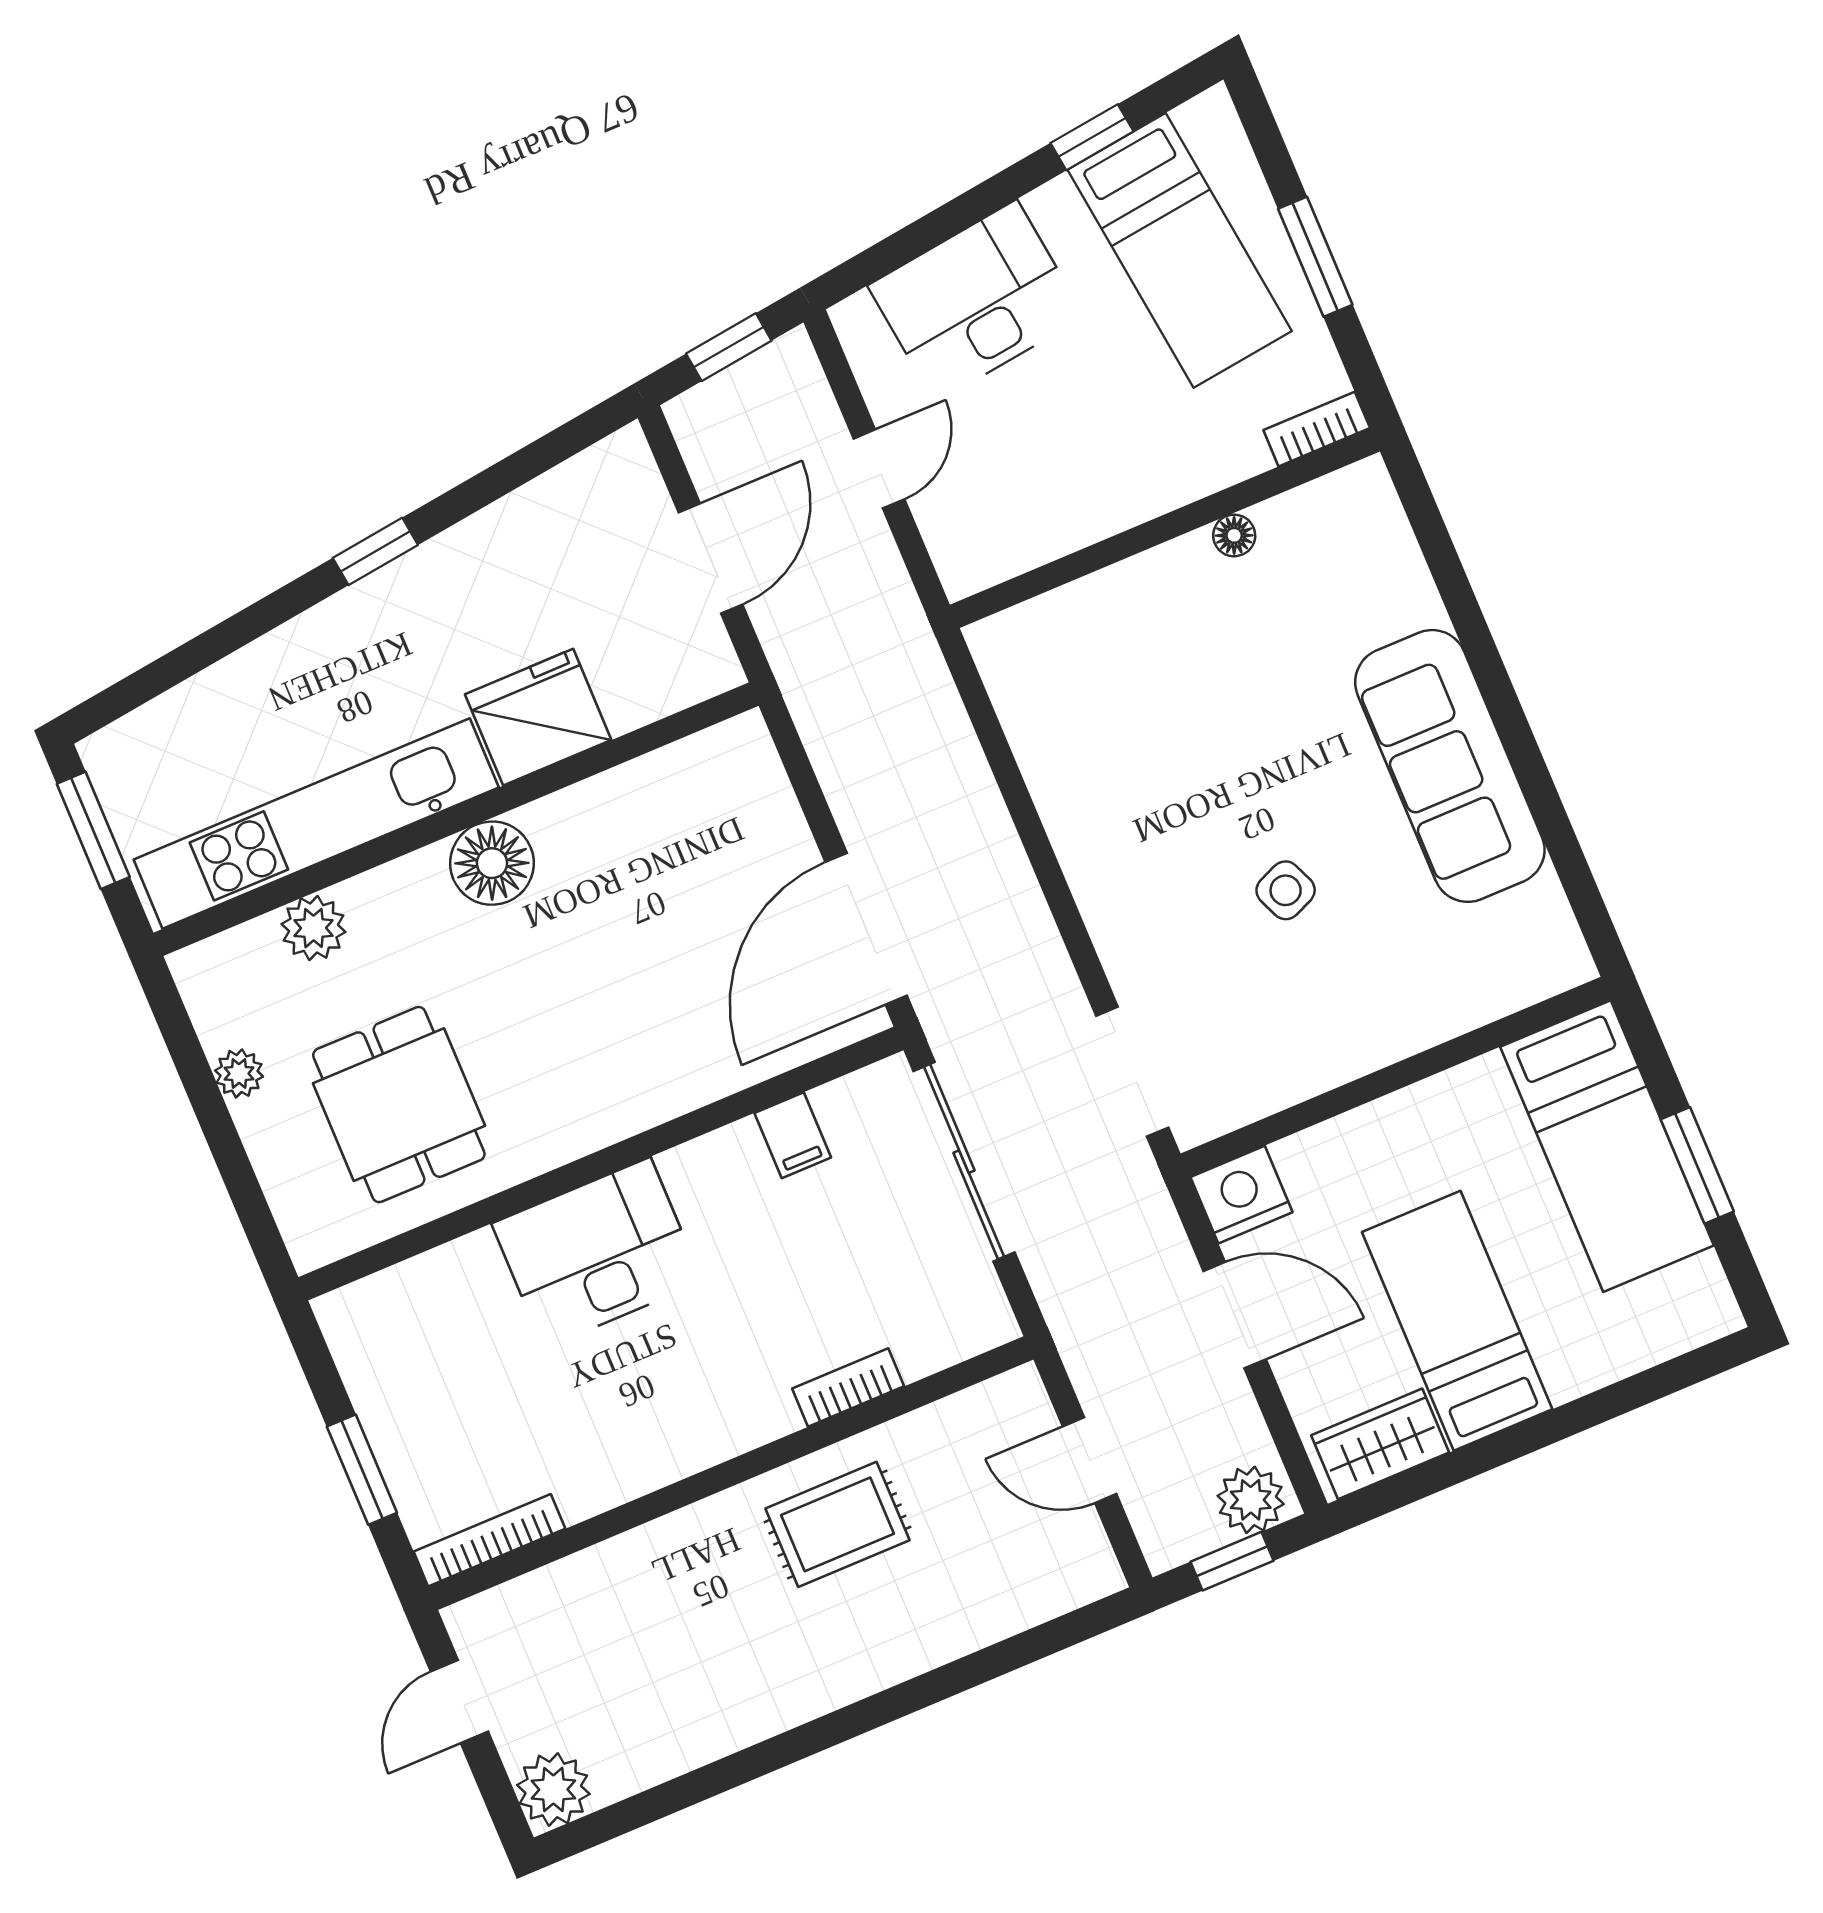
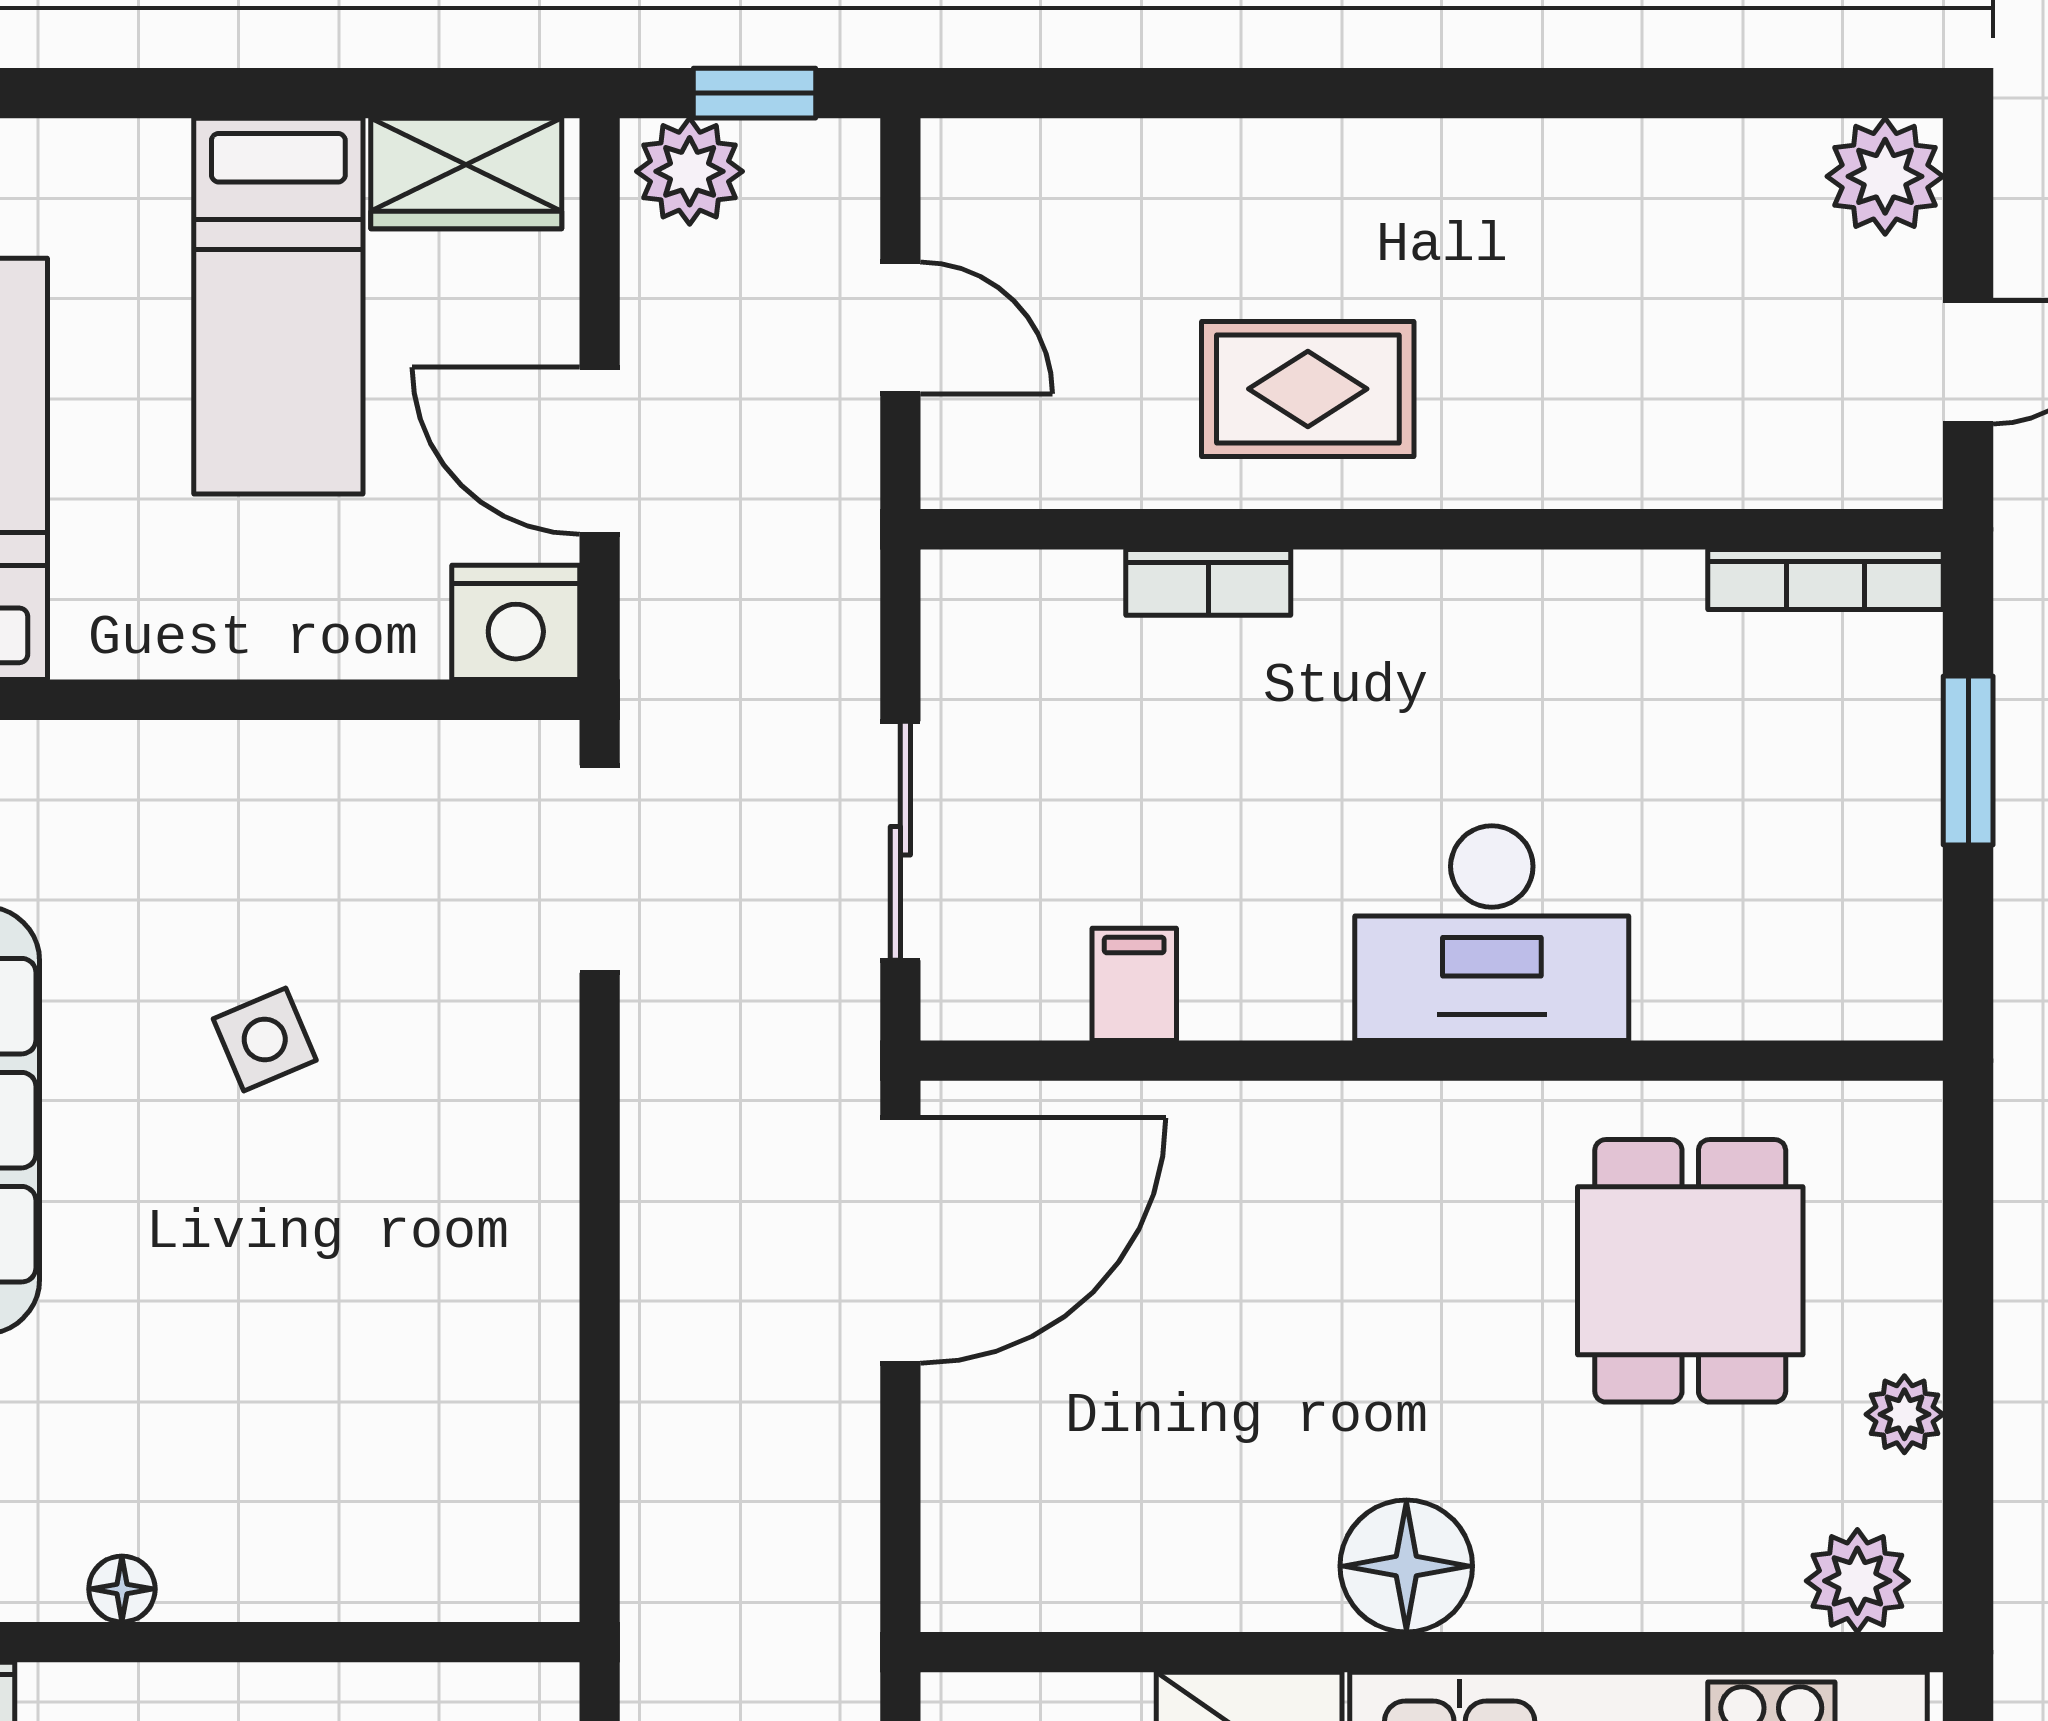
plant: (314, 928) -> (1857, 1581), moved
sliding door: (964, 1162) -> (900, 841), width x0.73

